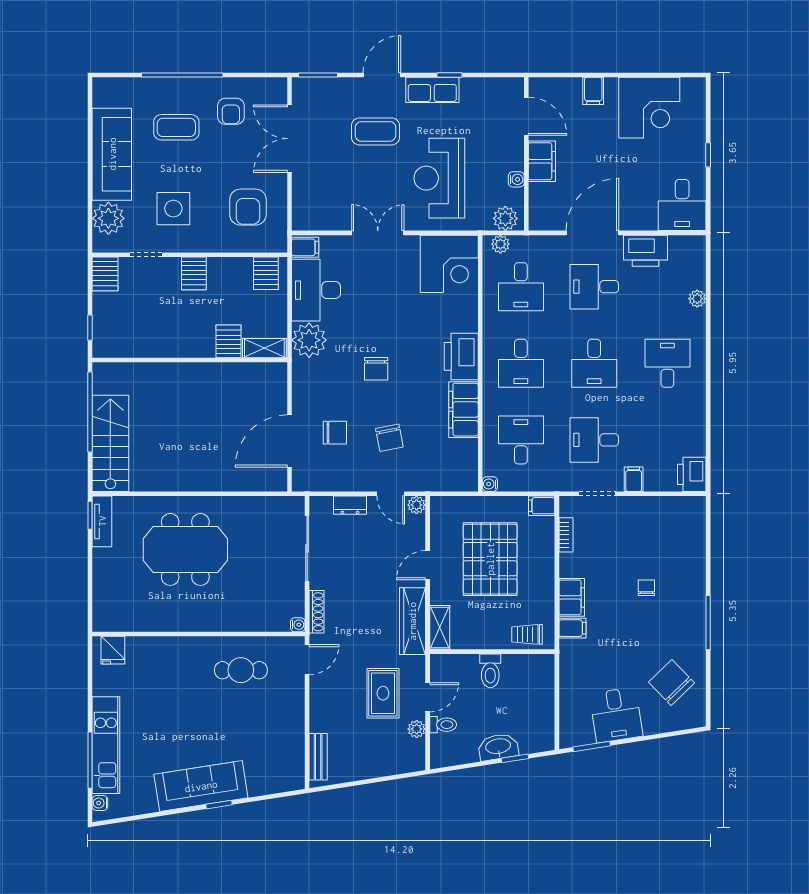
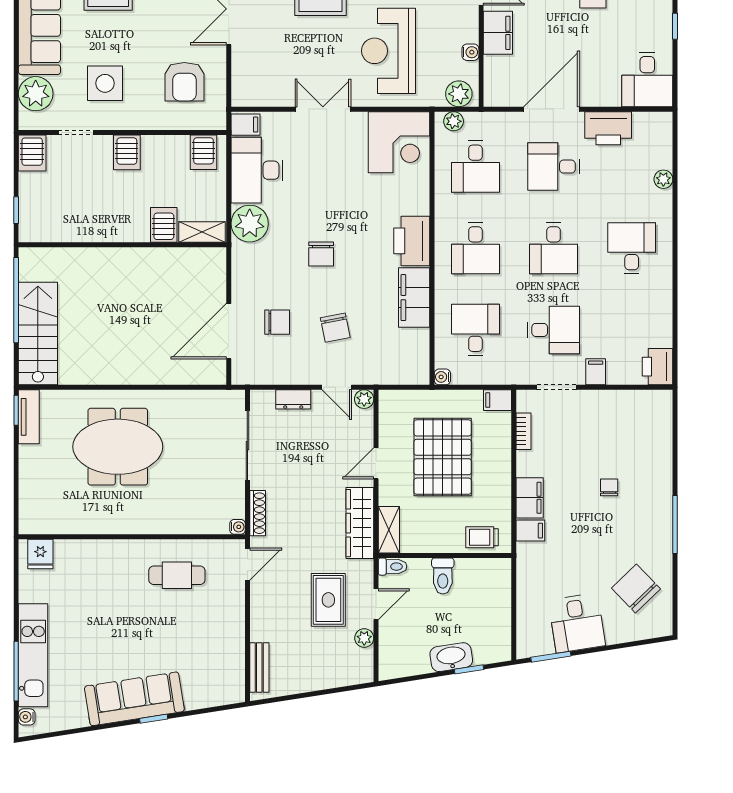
desk: (594, 440) -> (554, 330), turned 180
toilet: (443, 725) -> (393, 567), moved

